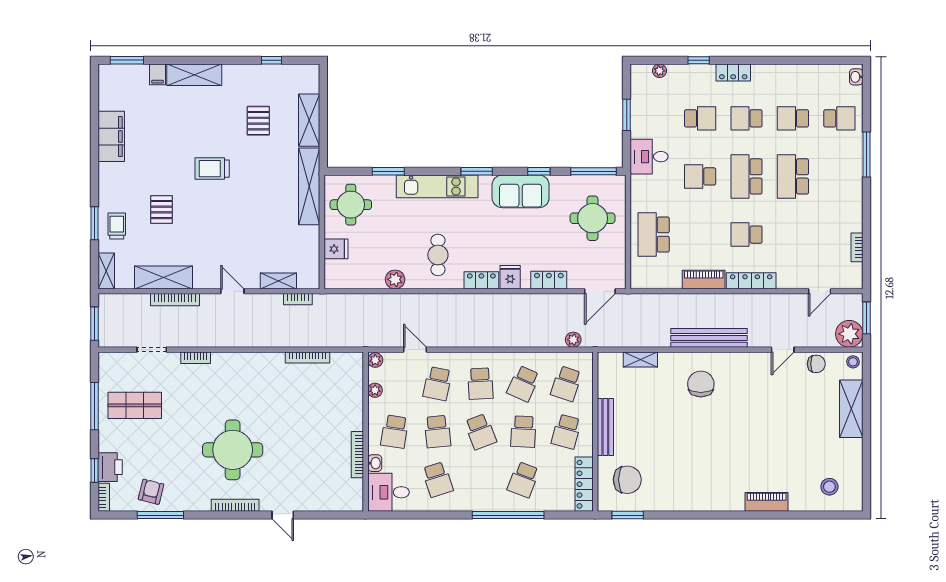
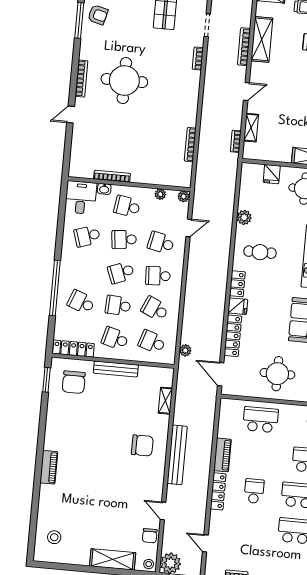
locker: (549, 280) -> (233, 336), width x1.53
piano: (767, 502) -> (49, 467), moved

